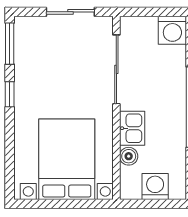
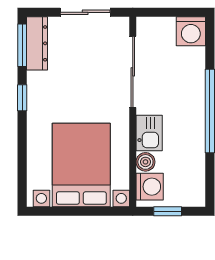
dresser: (24, 42) -> (37, 43), added
washing machine: (155, 186) -> (150, 187), moved, turned 90
window: (150, 204) -> (168, 211), added

